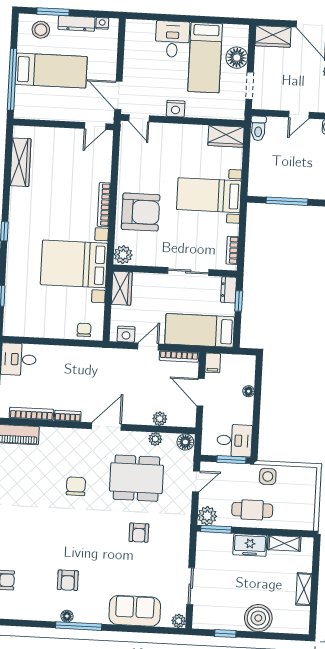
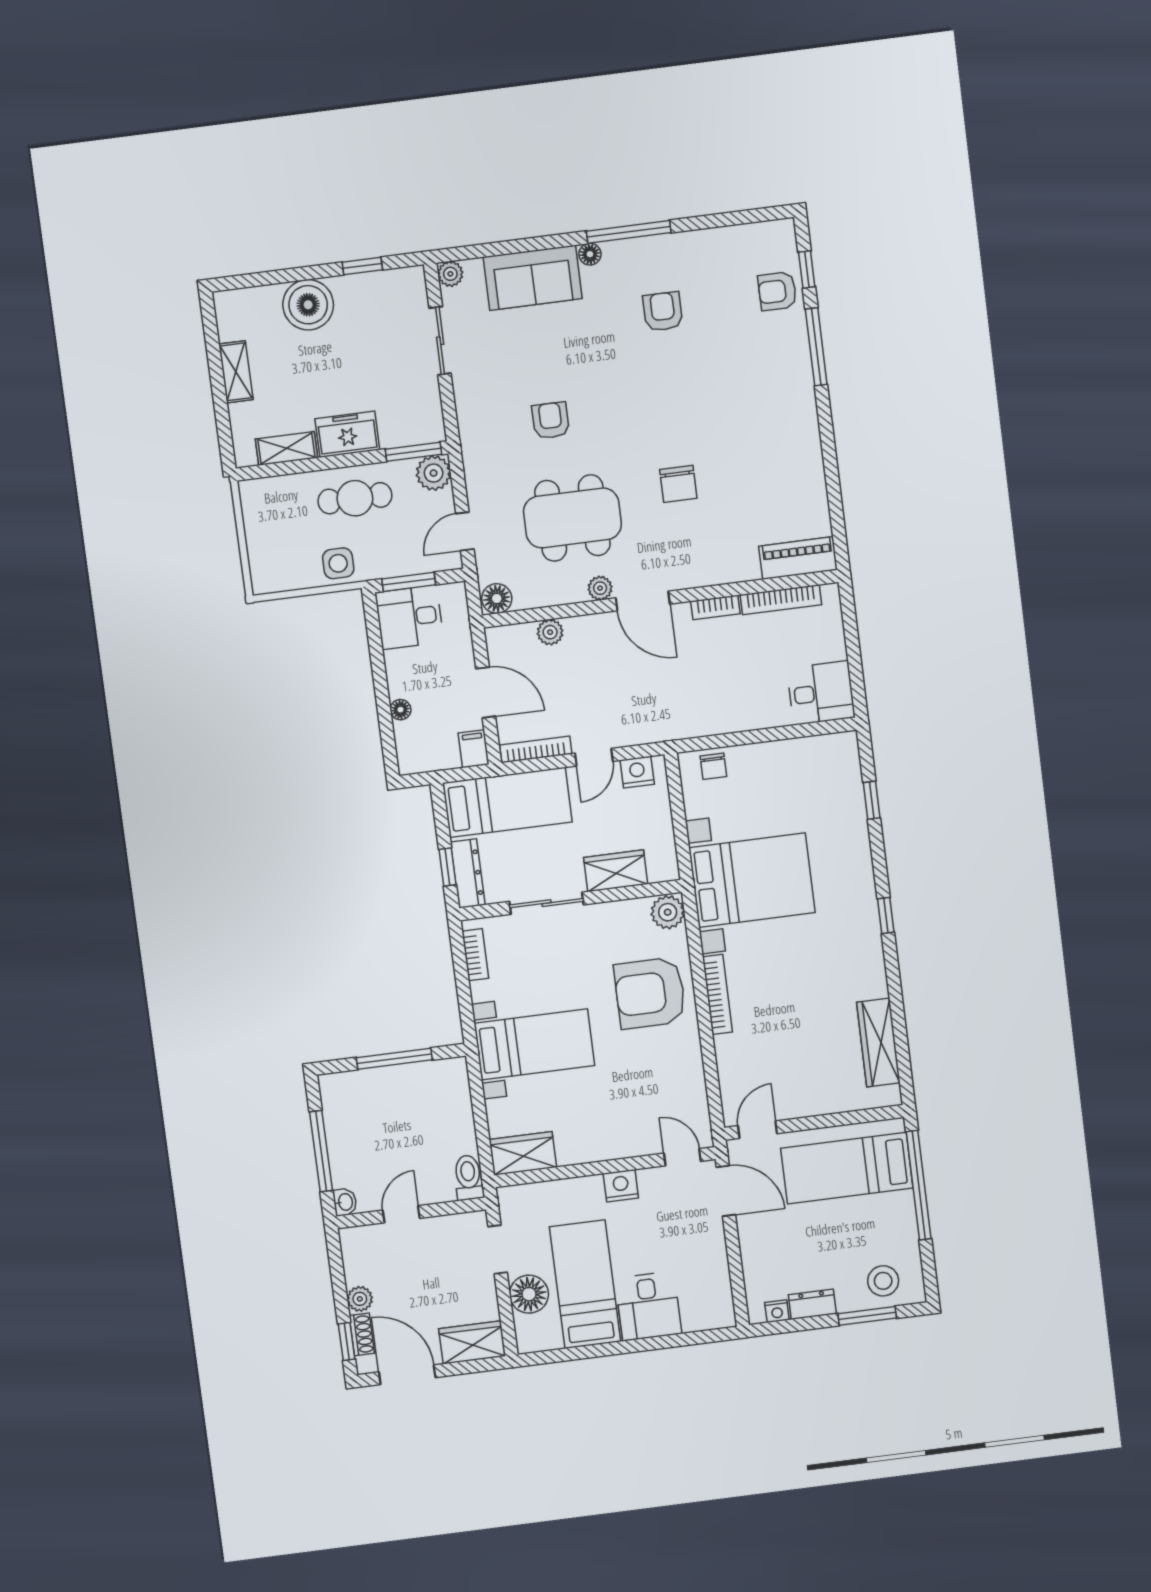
dresser: (77, 23) -> (812, 1304), width x0.70
bed: (51, 71) -> (847, 1168), moved
wardrobe: (122, 288) -> (616, 871), moved, turned 90
dresser: (229, 290) -> (468, 873), width x1.44
door: (106, 426) -> (643, 601), hinge flipped
plant: (155, 439) -> (600, 588), moved
floor lamp: (67, 616) -> (590, 254), moved

